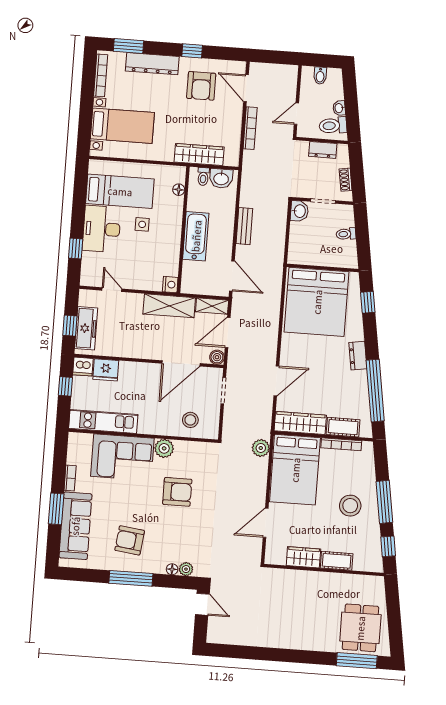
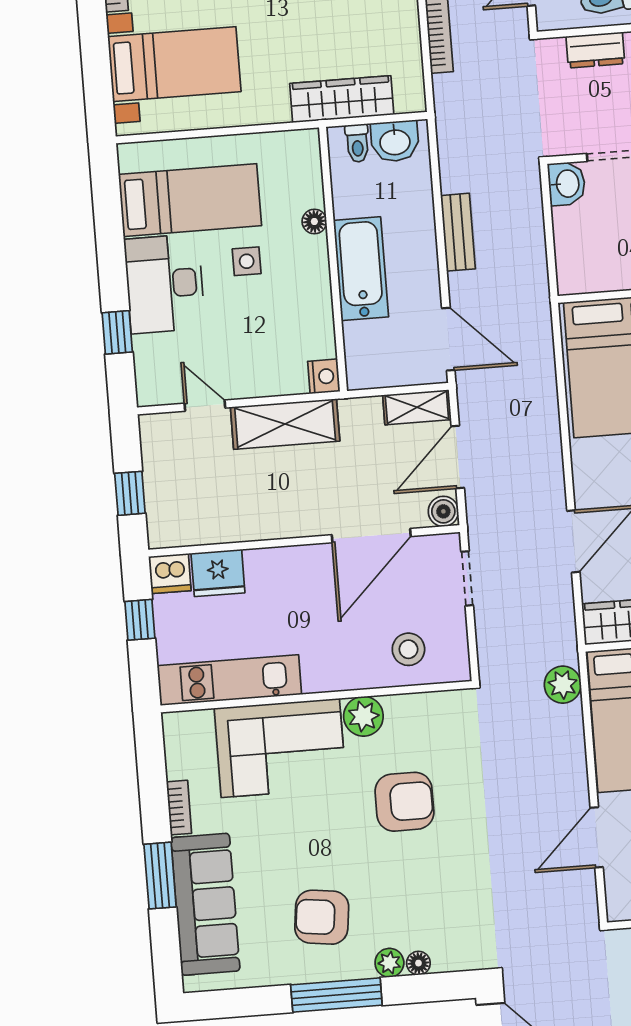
floor lamp: (179, 190) -> (314, 221), moved
shelving: (169, 306) -> (285, 424), moved
freezer: (86, 328) -> (164, 494), removed
plant: (186, 569) -> (389, 963), moved

